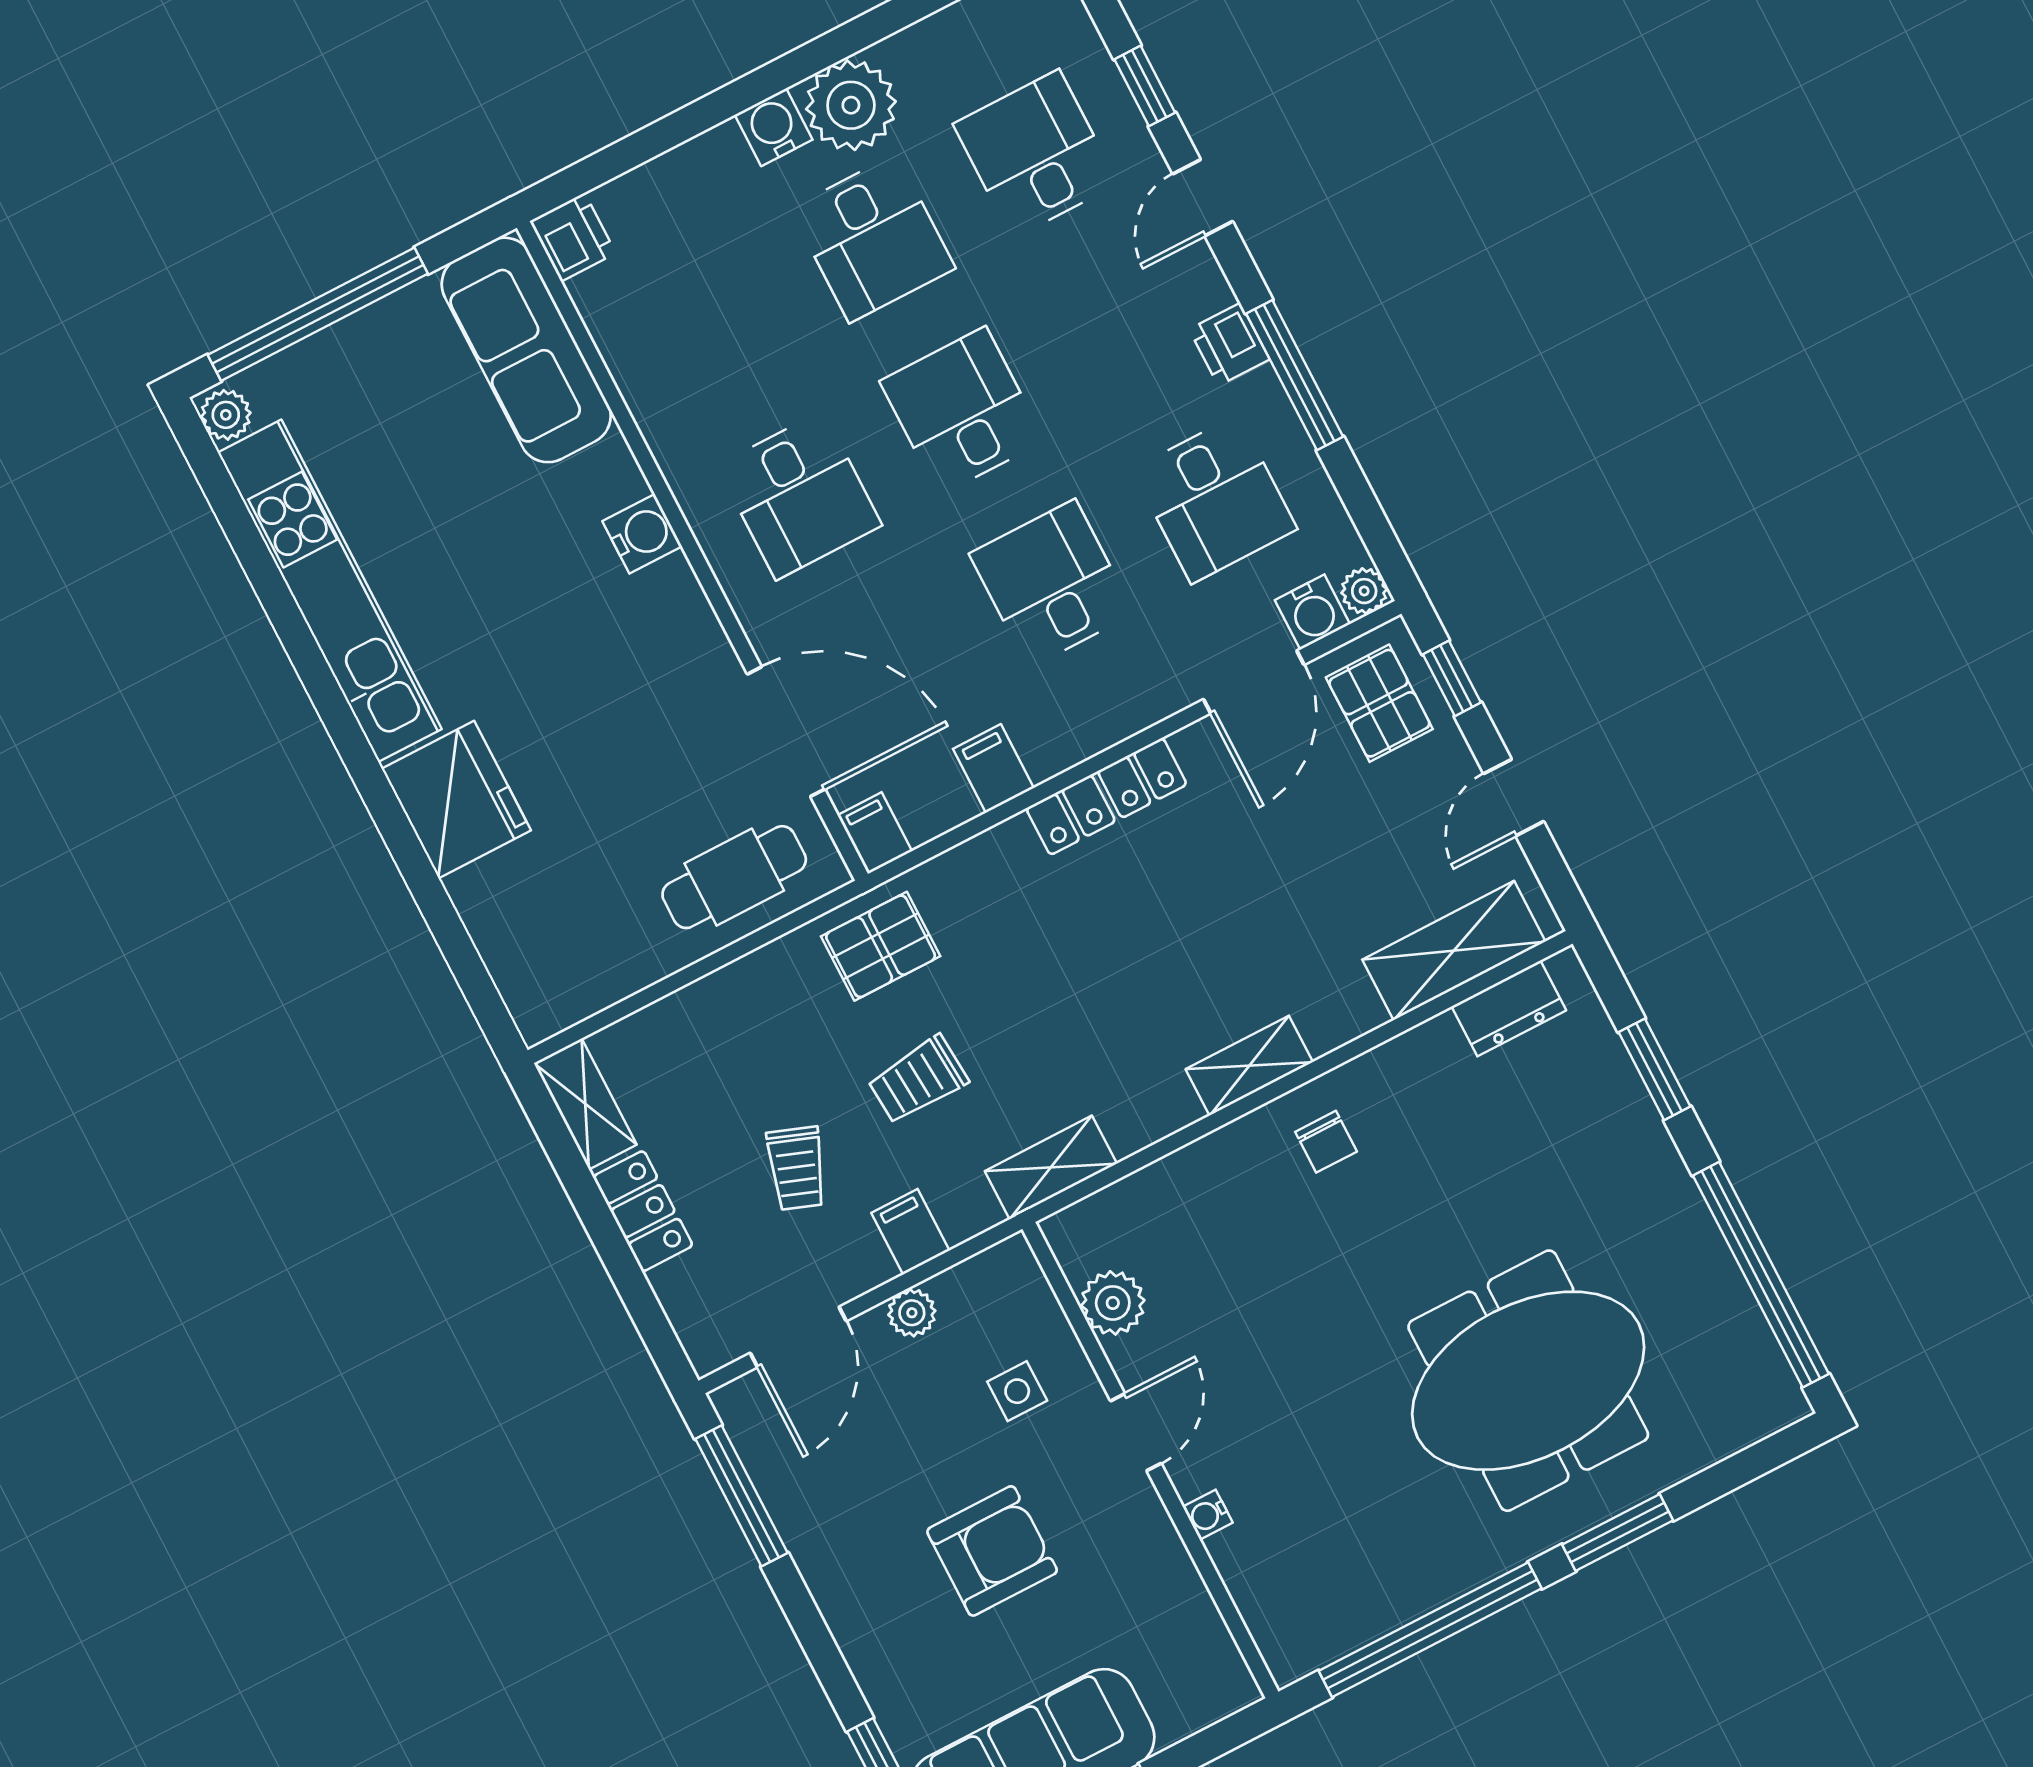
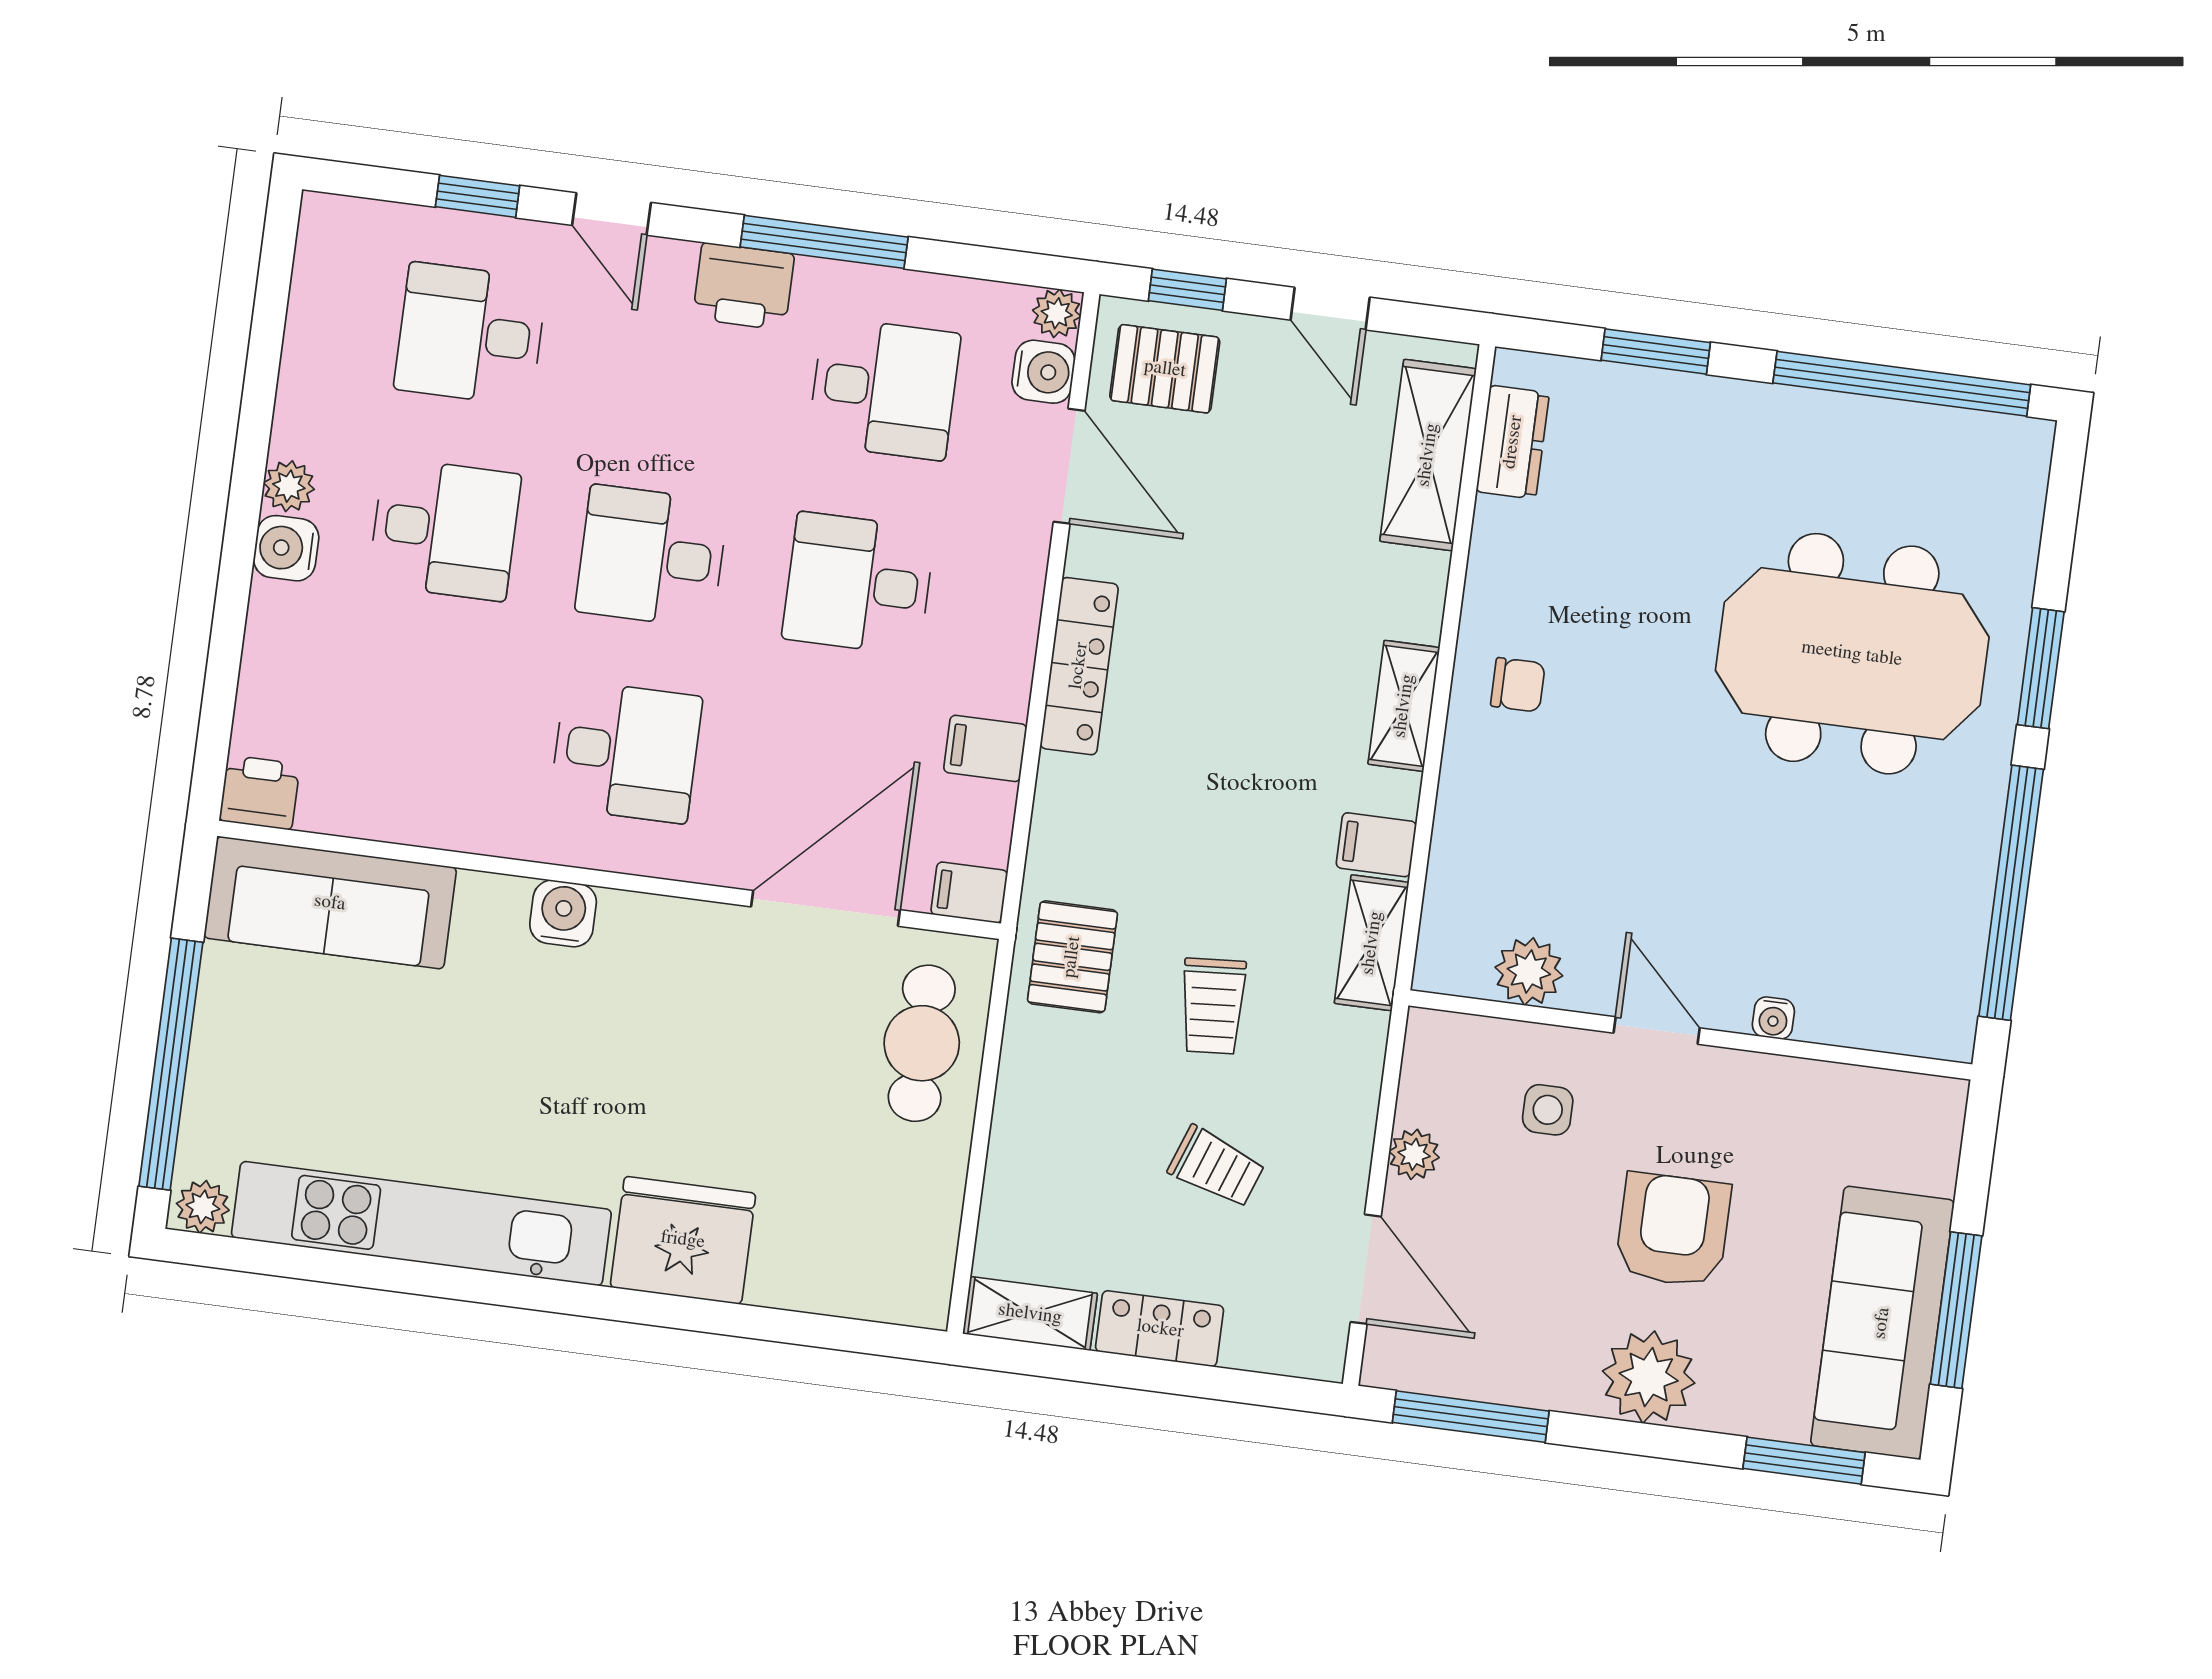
plant: (851, 105) -> (289, 486), width x0.53, depth x0.53
printer: (1229, 344) -> (743, 286), width x1.36, depth x1.24
filing cabinet: (910, 1232) -> (1376, 845), moved
meeting table: (1528, 1381) -> (1852, 654), turned 90
plant: (867, 1611) -> (1649, 1377), added

